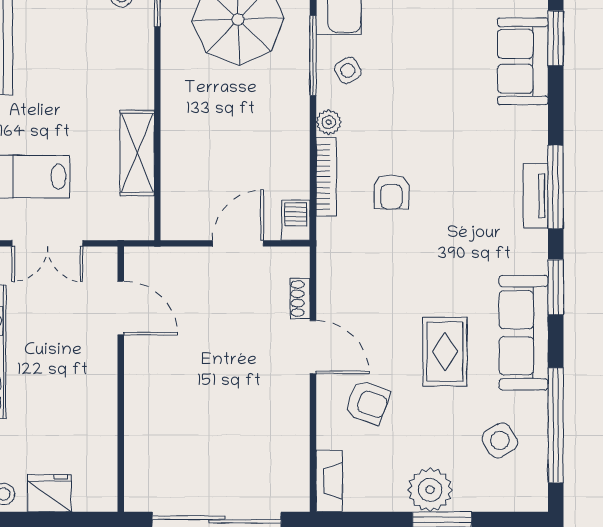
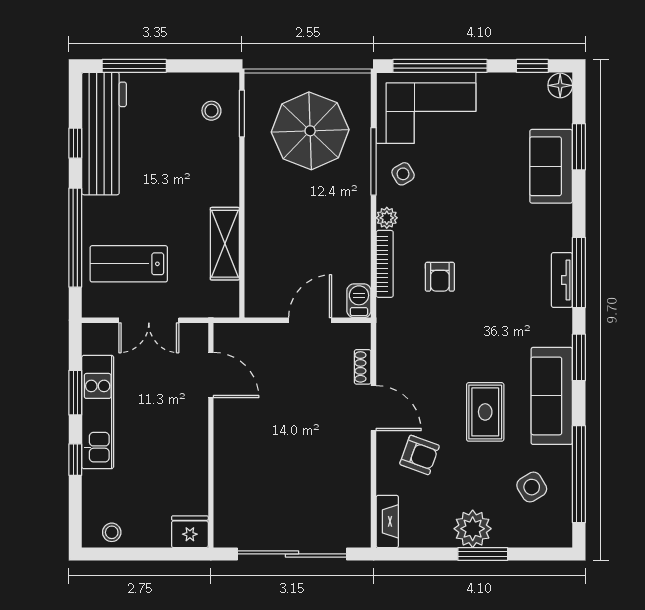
fridge: (49, 493) -> (190, 532), moved

